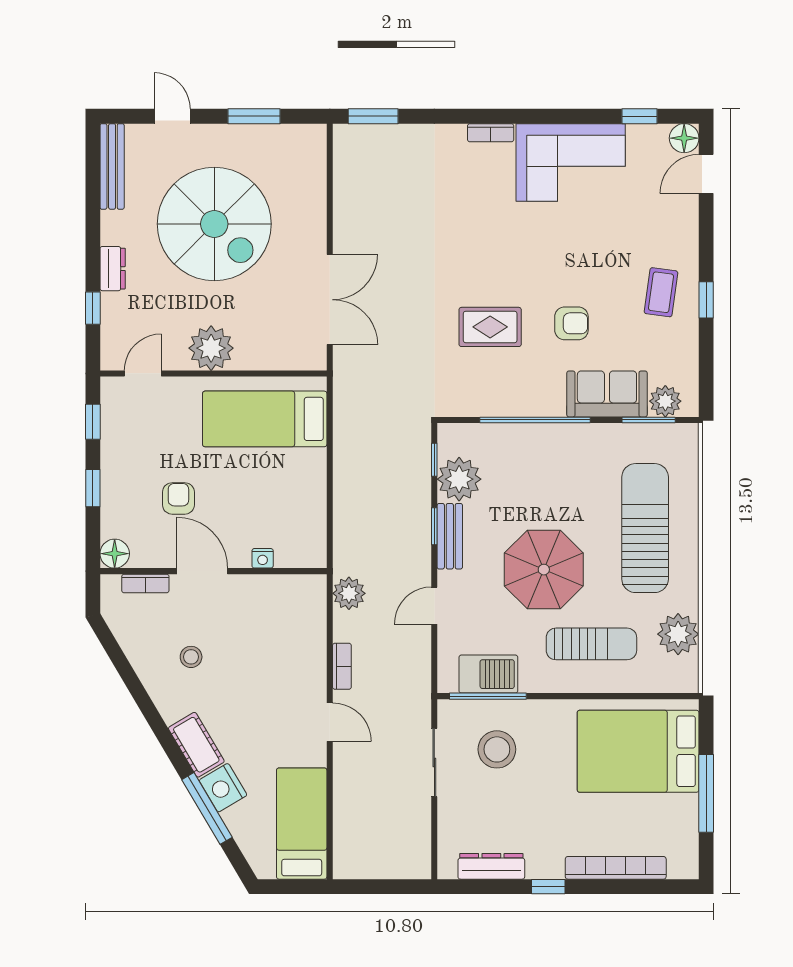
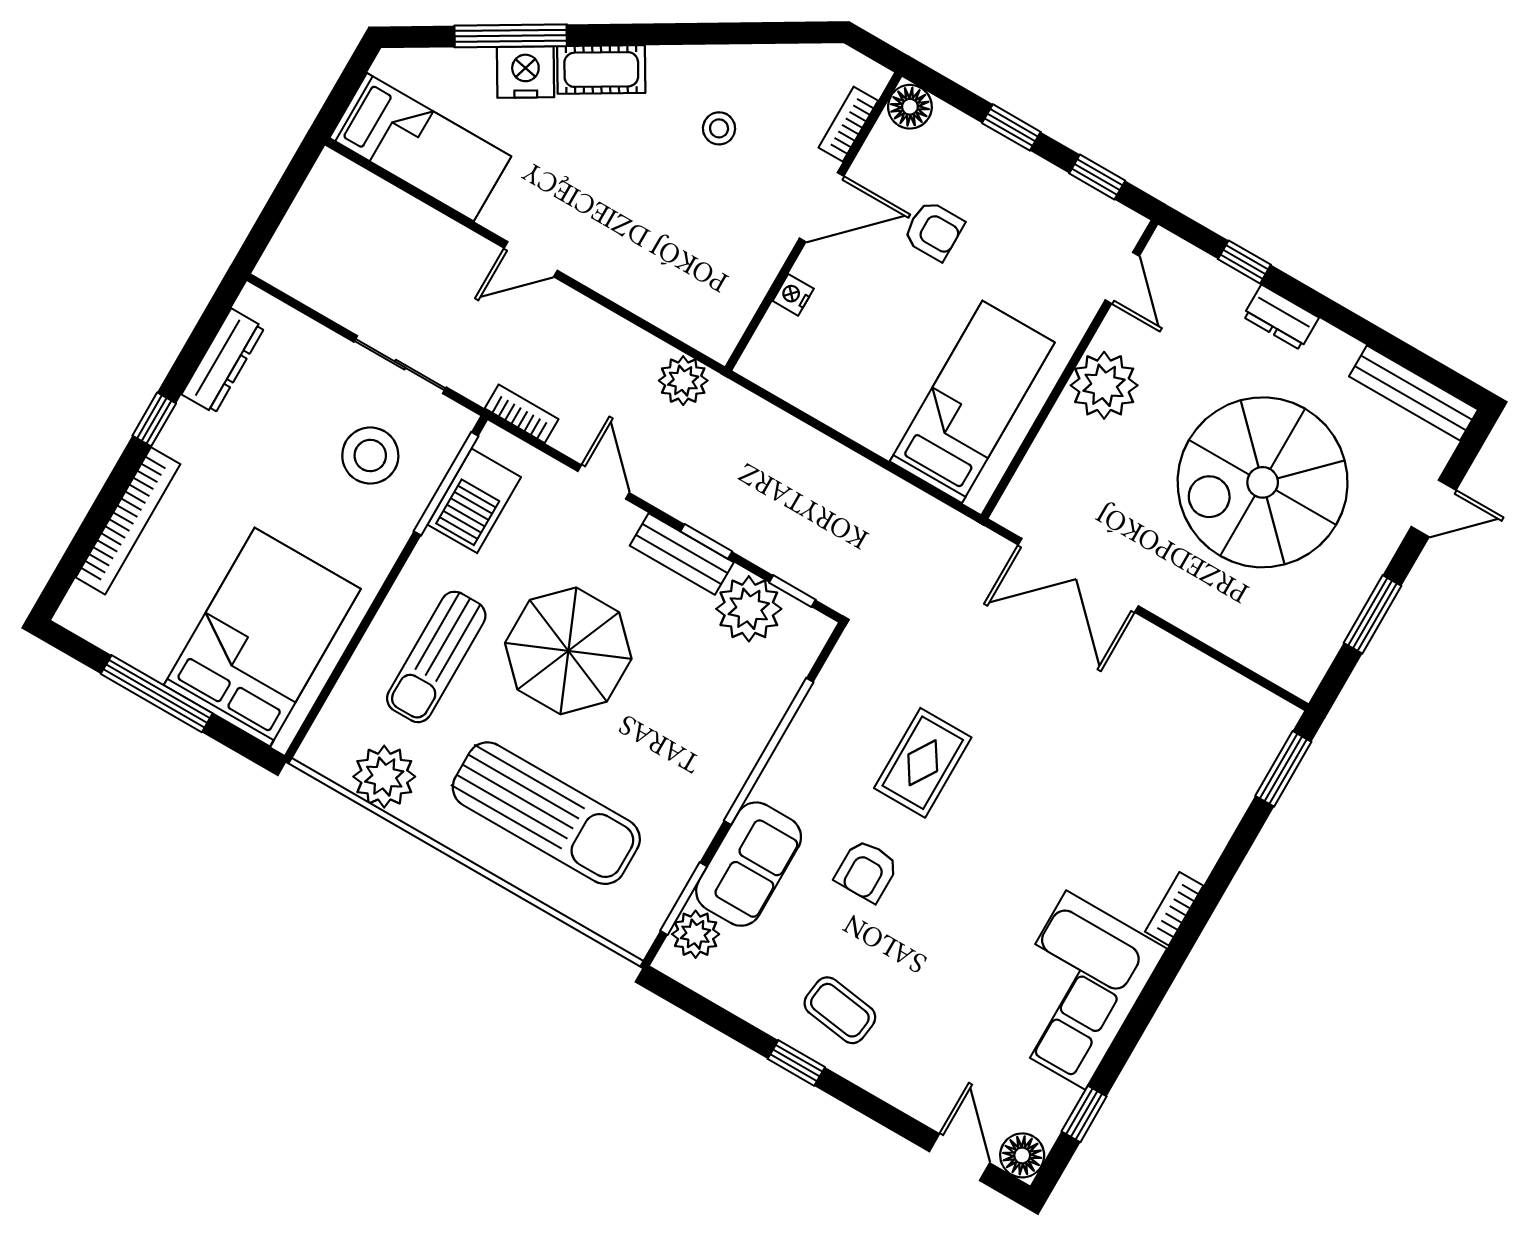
bookcase: (342, 666) -> (522, 414), moved, turned 180

